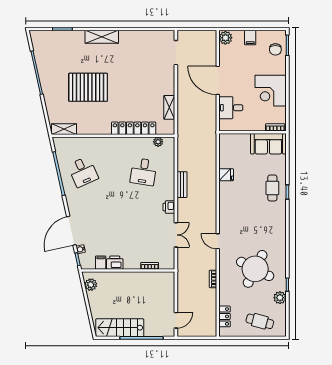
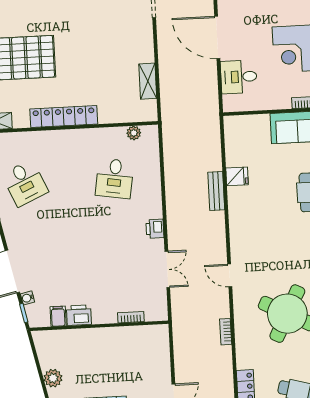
locker: (134, 128) -> (64, 116), moved
bench: (182, 185) -> (216, 191), moved
plant: (91, 285) -> (53, 378), moved

